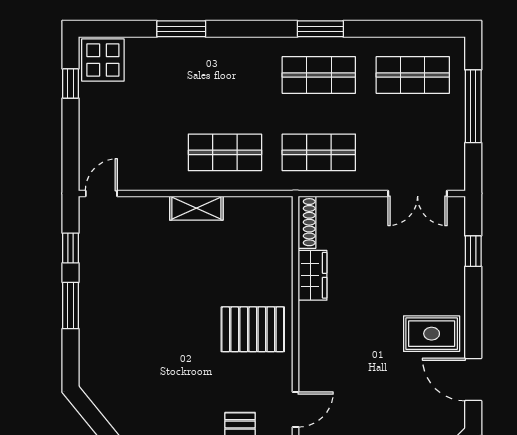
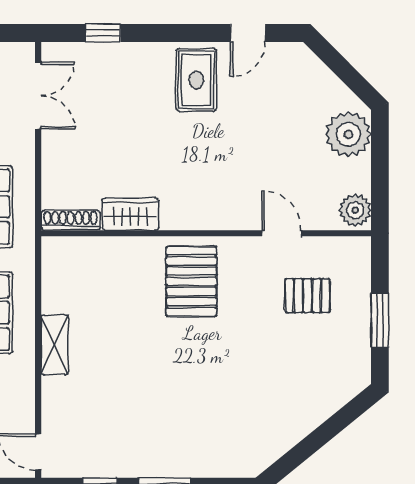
door: (473, 379) -> (248, 33), width x0.73

